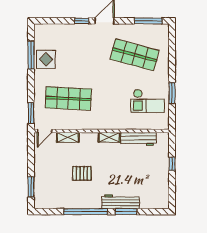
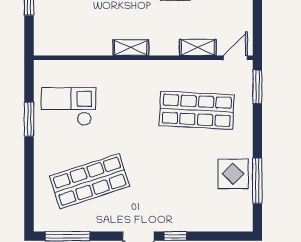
shop shelf: (135, 55) -> (90, 181), turned -33
workbench: (139, 139) -> (83, 45), removed

